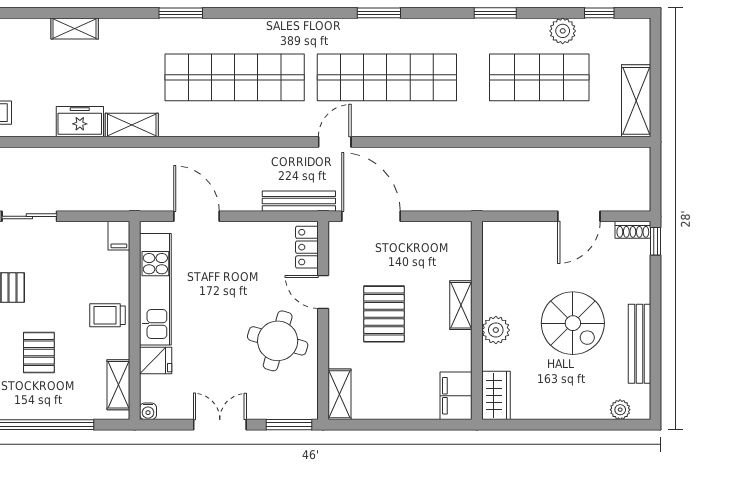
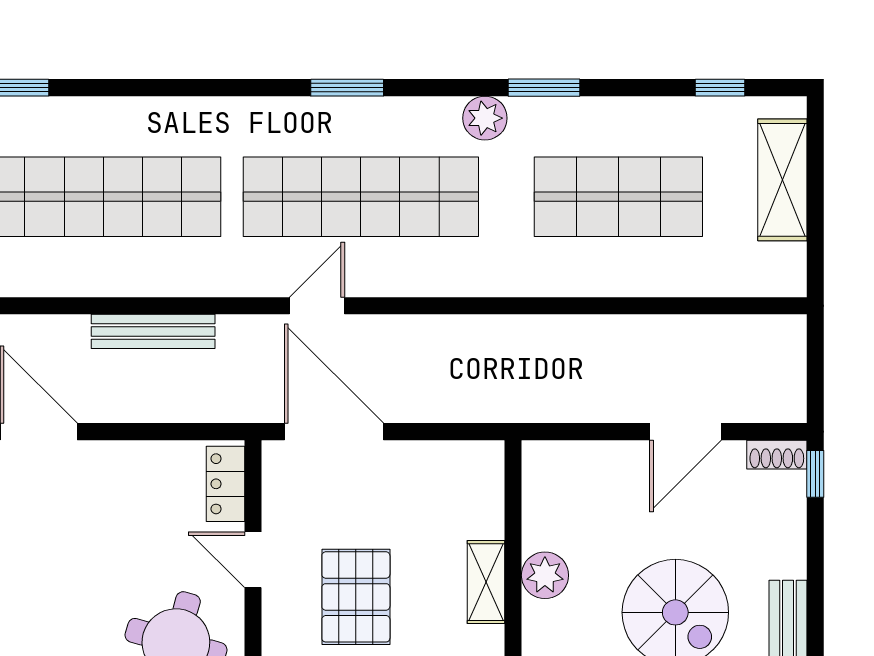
plant: (563, 31) -> (485, 118), moved
shelving: (636, 101) -> (782, 180), moved
door: (335, 142) -> (317, 306), moved
bench: (299, 201) -> (153, 331), moved
plant: (496, 330) -> (545, 575), moved

